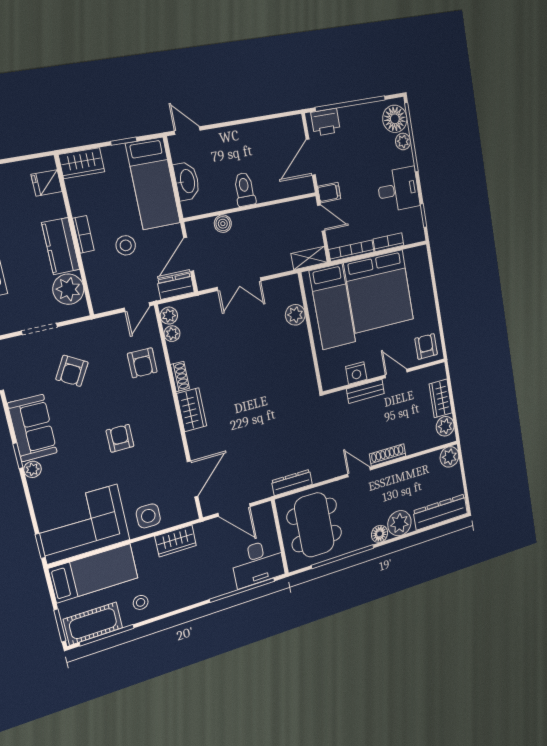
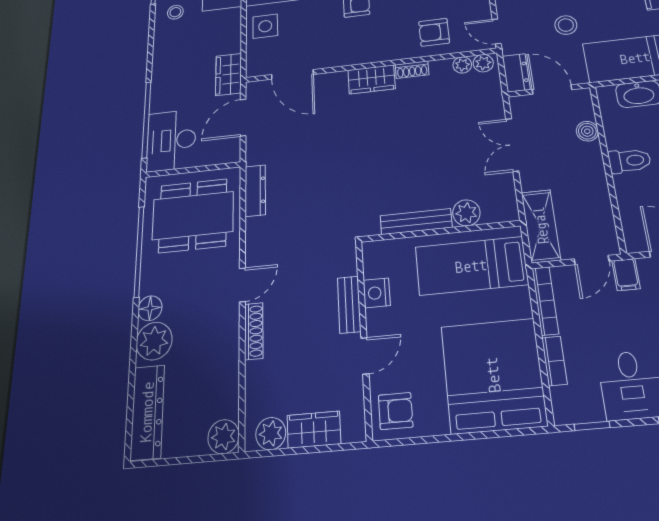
shelving: (309, 258) -> (541, 226), width x1.50, depth x1.33
bed: (379, 291) -> (493, 375), moved, turned 90
bench: (305, 353) -> (416, 222), added
wardrobe: (176, 541) -> (229, 74), moved

